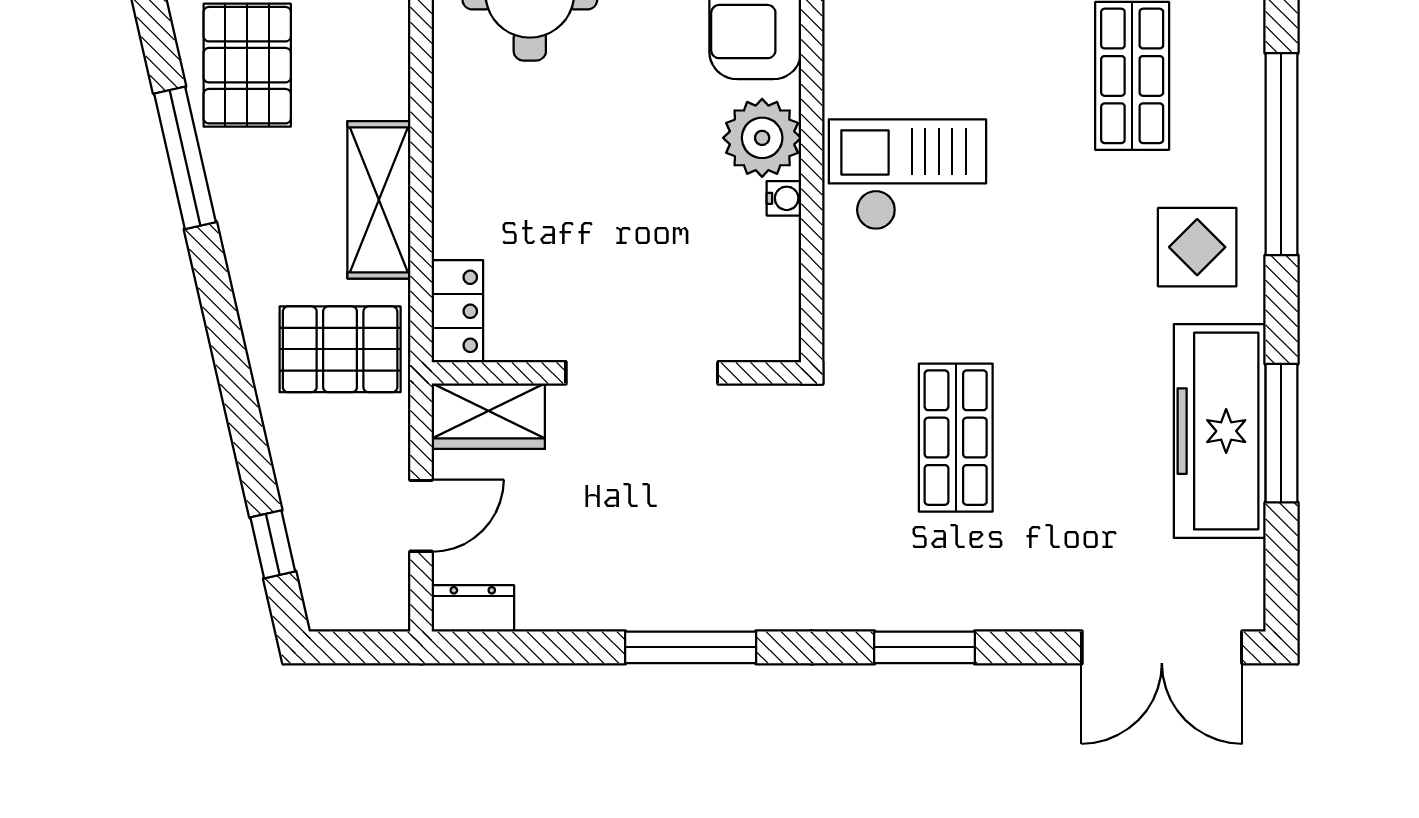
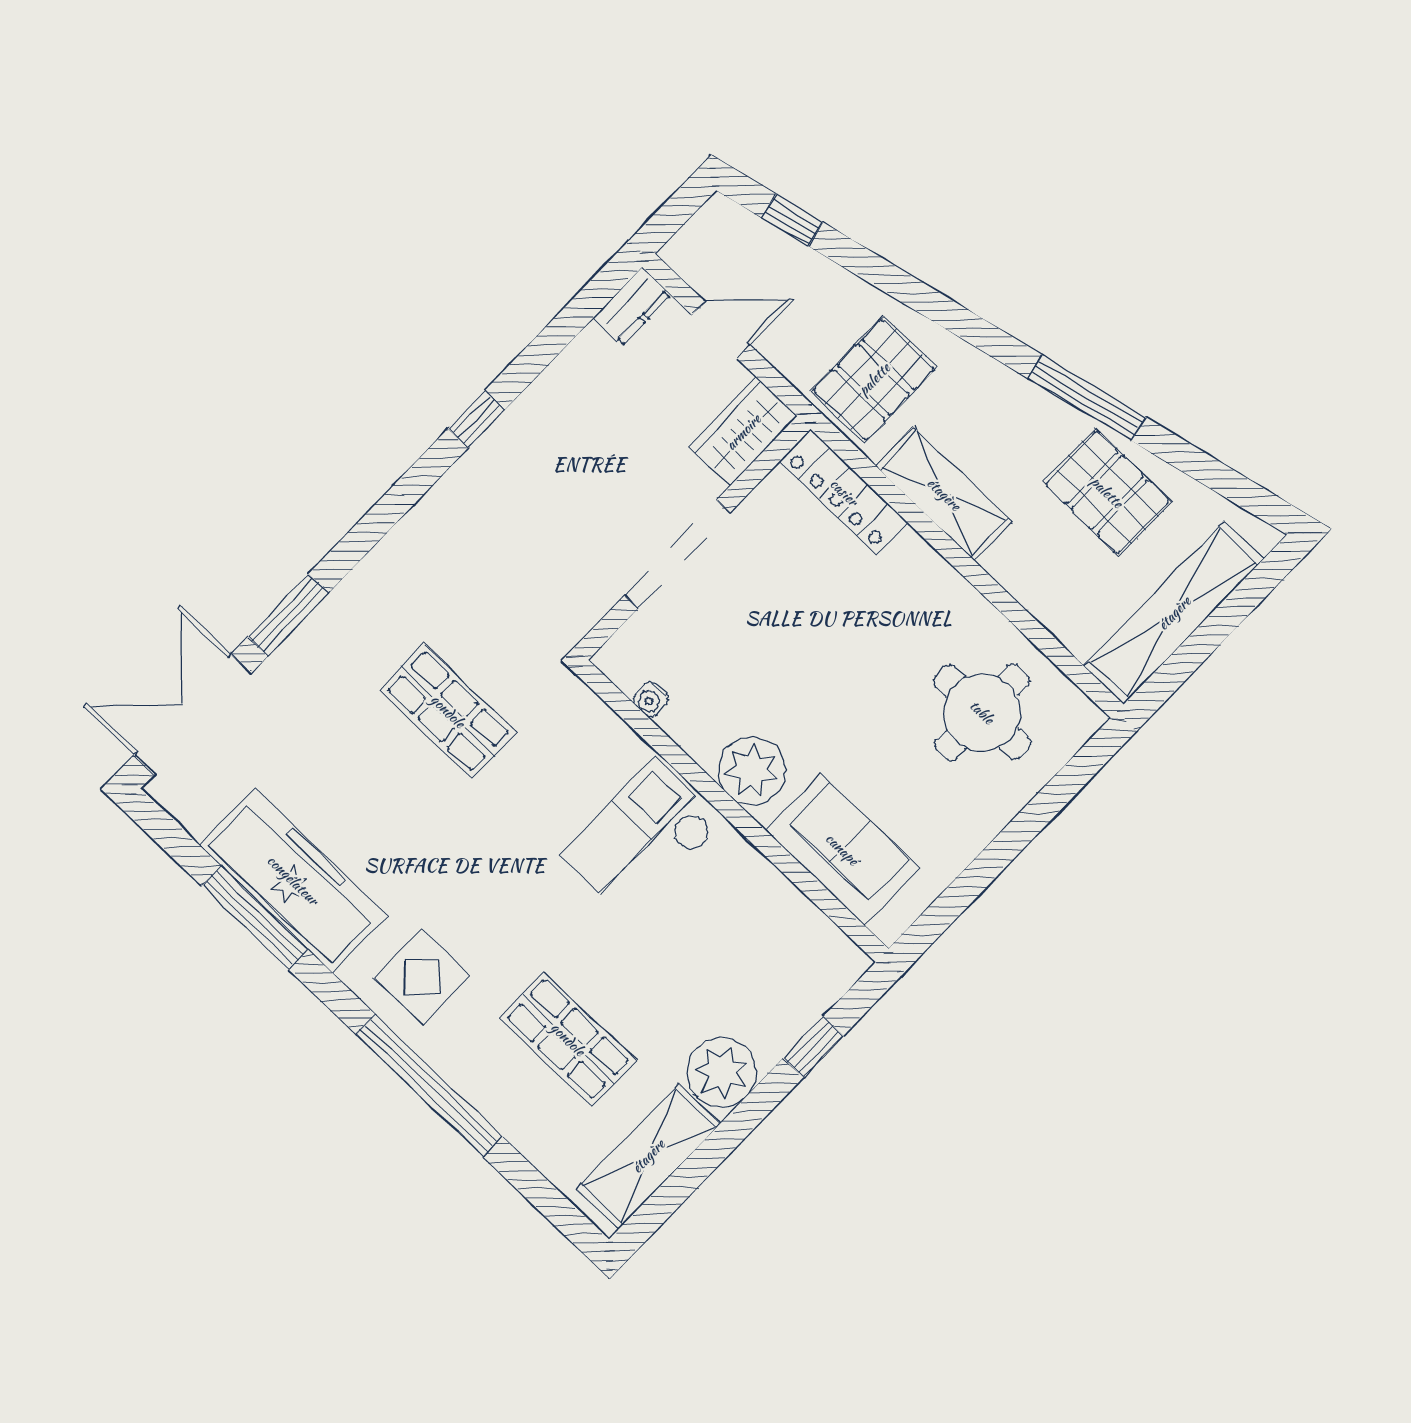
checkout: (907, 175) -> (642, 839), turned 180
water cooler: (784, 198) -> (651, 699), moved
locker: (457, 311) -> (844, 492), width x1.53
door: (421, 516) -> (721, 330), swing flipped
window: (691, 647) -> (476, 419), width x0.46
window: (925, 647) -> (288, 615), moved

